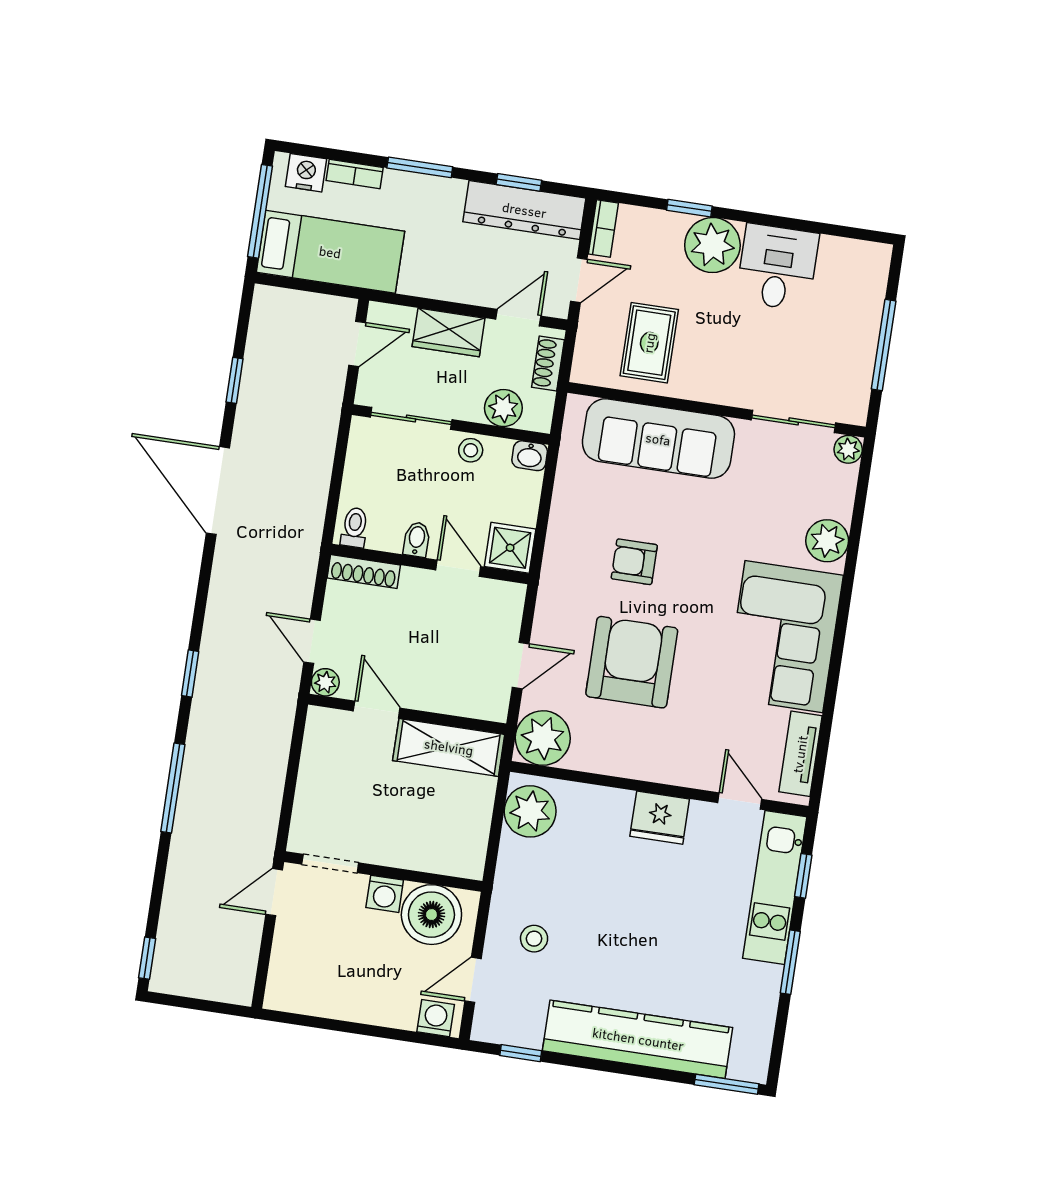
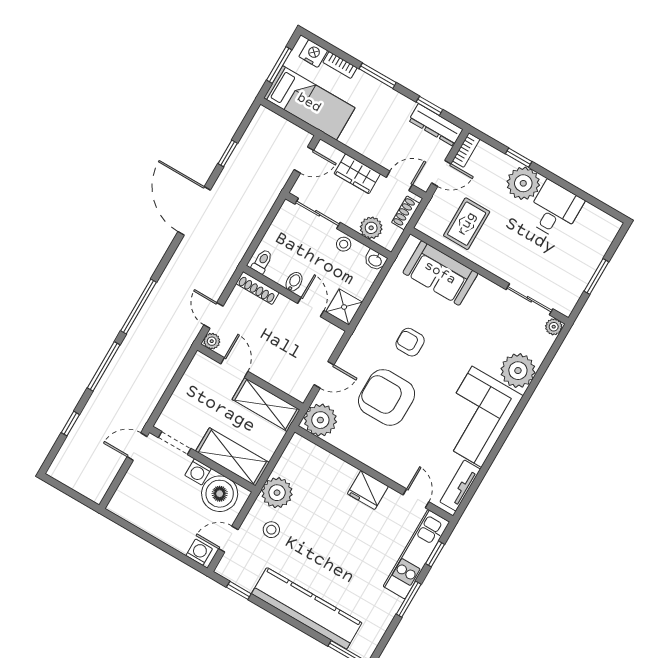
dresser: (524, 210) -> (436, 125), width x0.73, depth x0.80
window: (260, 211) -> (279, 65), width x0.69
window: (884, 345) -> (596, 277), width x0.69
sofa: (658, 439) -> (440, 273), width x0.73
plant: (827, 541) -> (518, 371), width x1.36, depth x1.36
armchair: (632, 662) -> (387, 397), turned -90
window: (190, 674) -> (139, 307), width x2.17
plant: (530, 811) -> (277, 493), moved
shelving: (429, 849) -> (232, 457), added
window: (147, 958) -> (70, 424), moved

